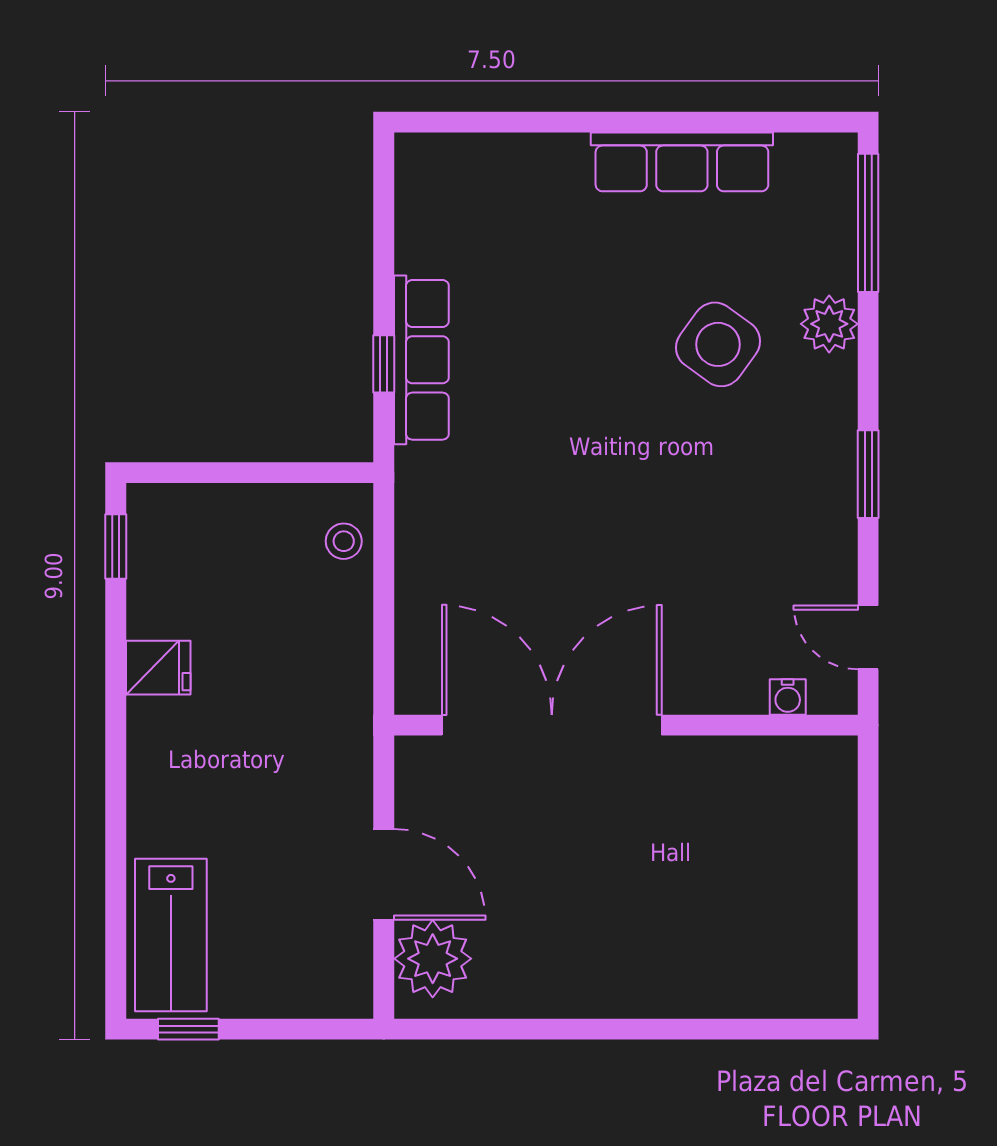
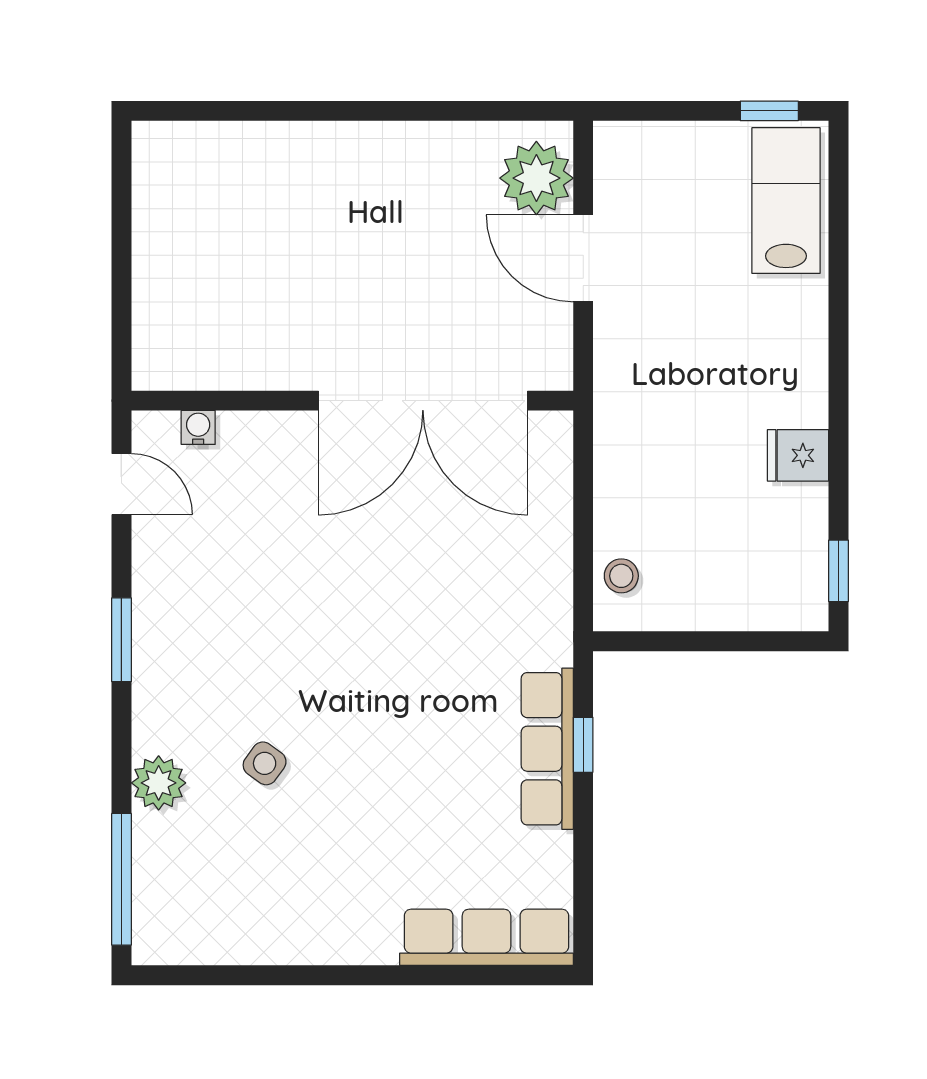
row of seats: (682, 162) -> (487, 937), moved
side table: (718, 344) -> (265, 763), width x0.54, depth x0.54

